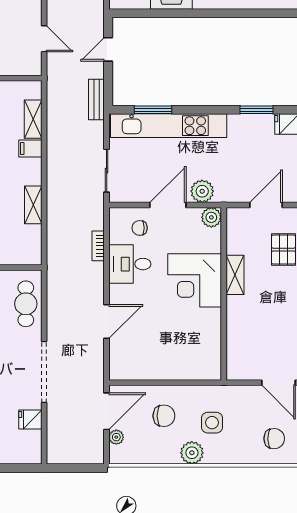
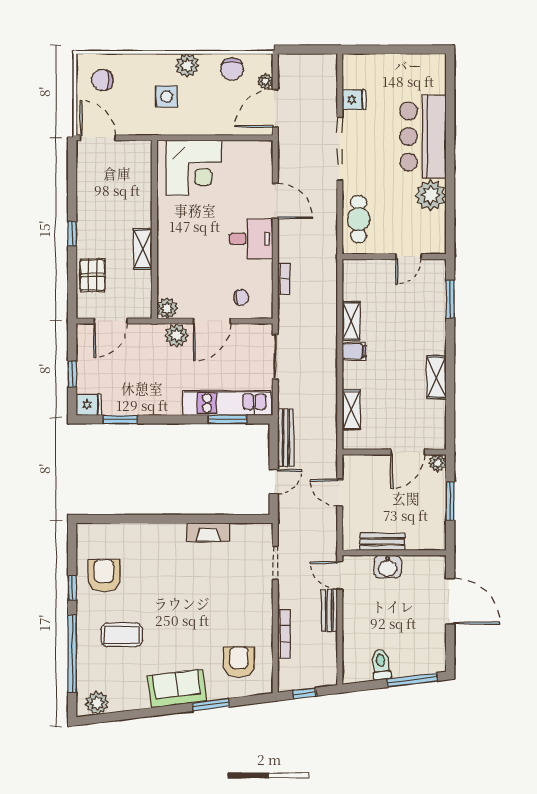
bench: (96, 99) -> (286, 438), width x1.36
kitchen unit: (169, 126) -> (227, 403), width x0.73
filing cabinet: (30, 148) -> (354, 351), moved
desk: (130, 264) -> (251, 239), moved
corner desk: (195, 280) -> (194, 168), moved, turned 90
door: (107, 322) -> (275, 201), swing flipped
chair: (164, 416) -> (232, 69), moved, turned -90

